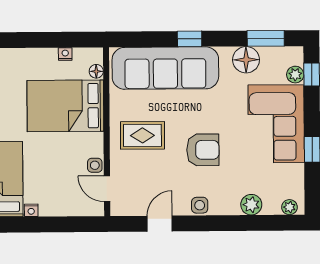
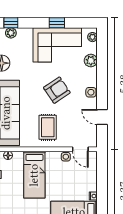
bed: (65, 106) -> (34, 175), width x0.67
corner sofa: (276, 124) -> (57, 45), moved
armchair: (203, 150) -> (57, 90), turned 56
door: (107, 189) -> (80, 149), hinge flipped

